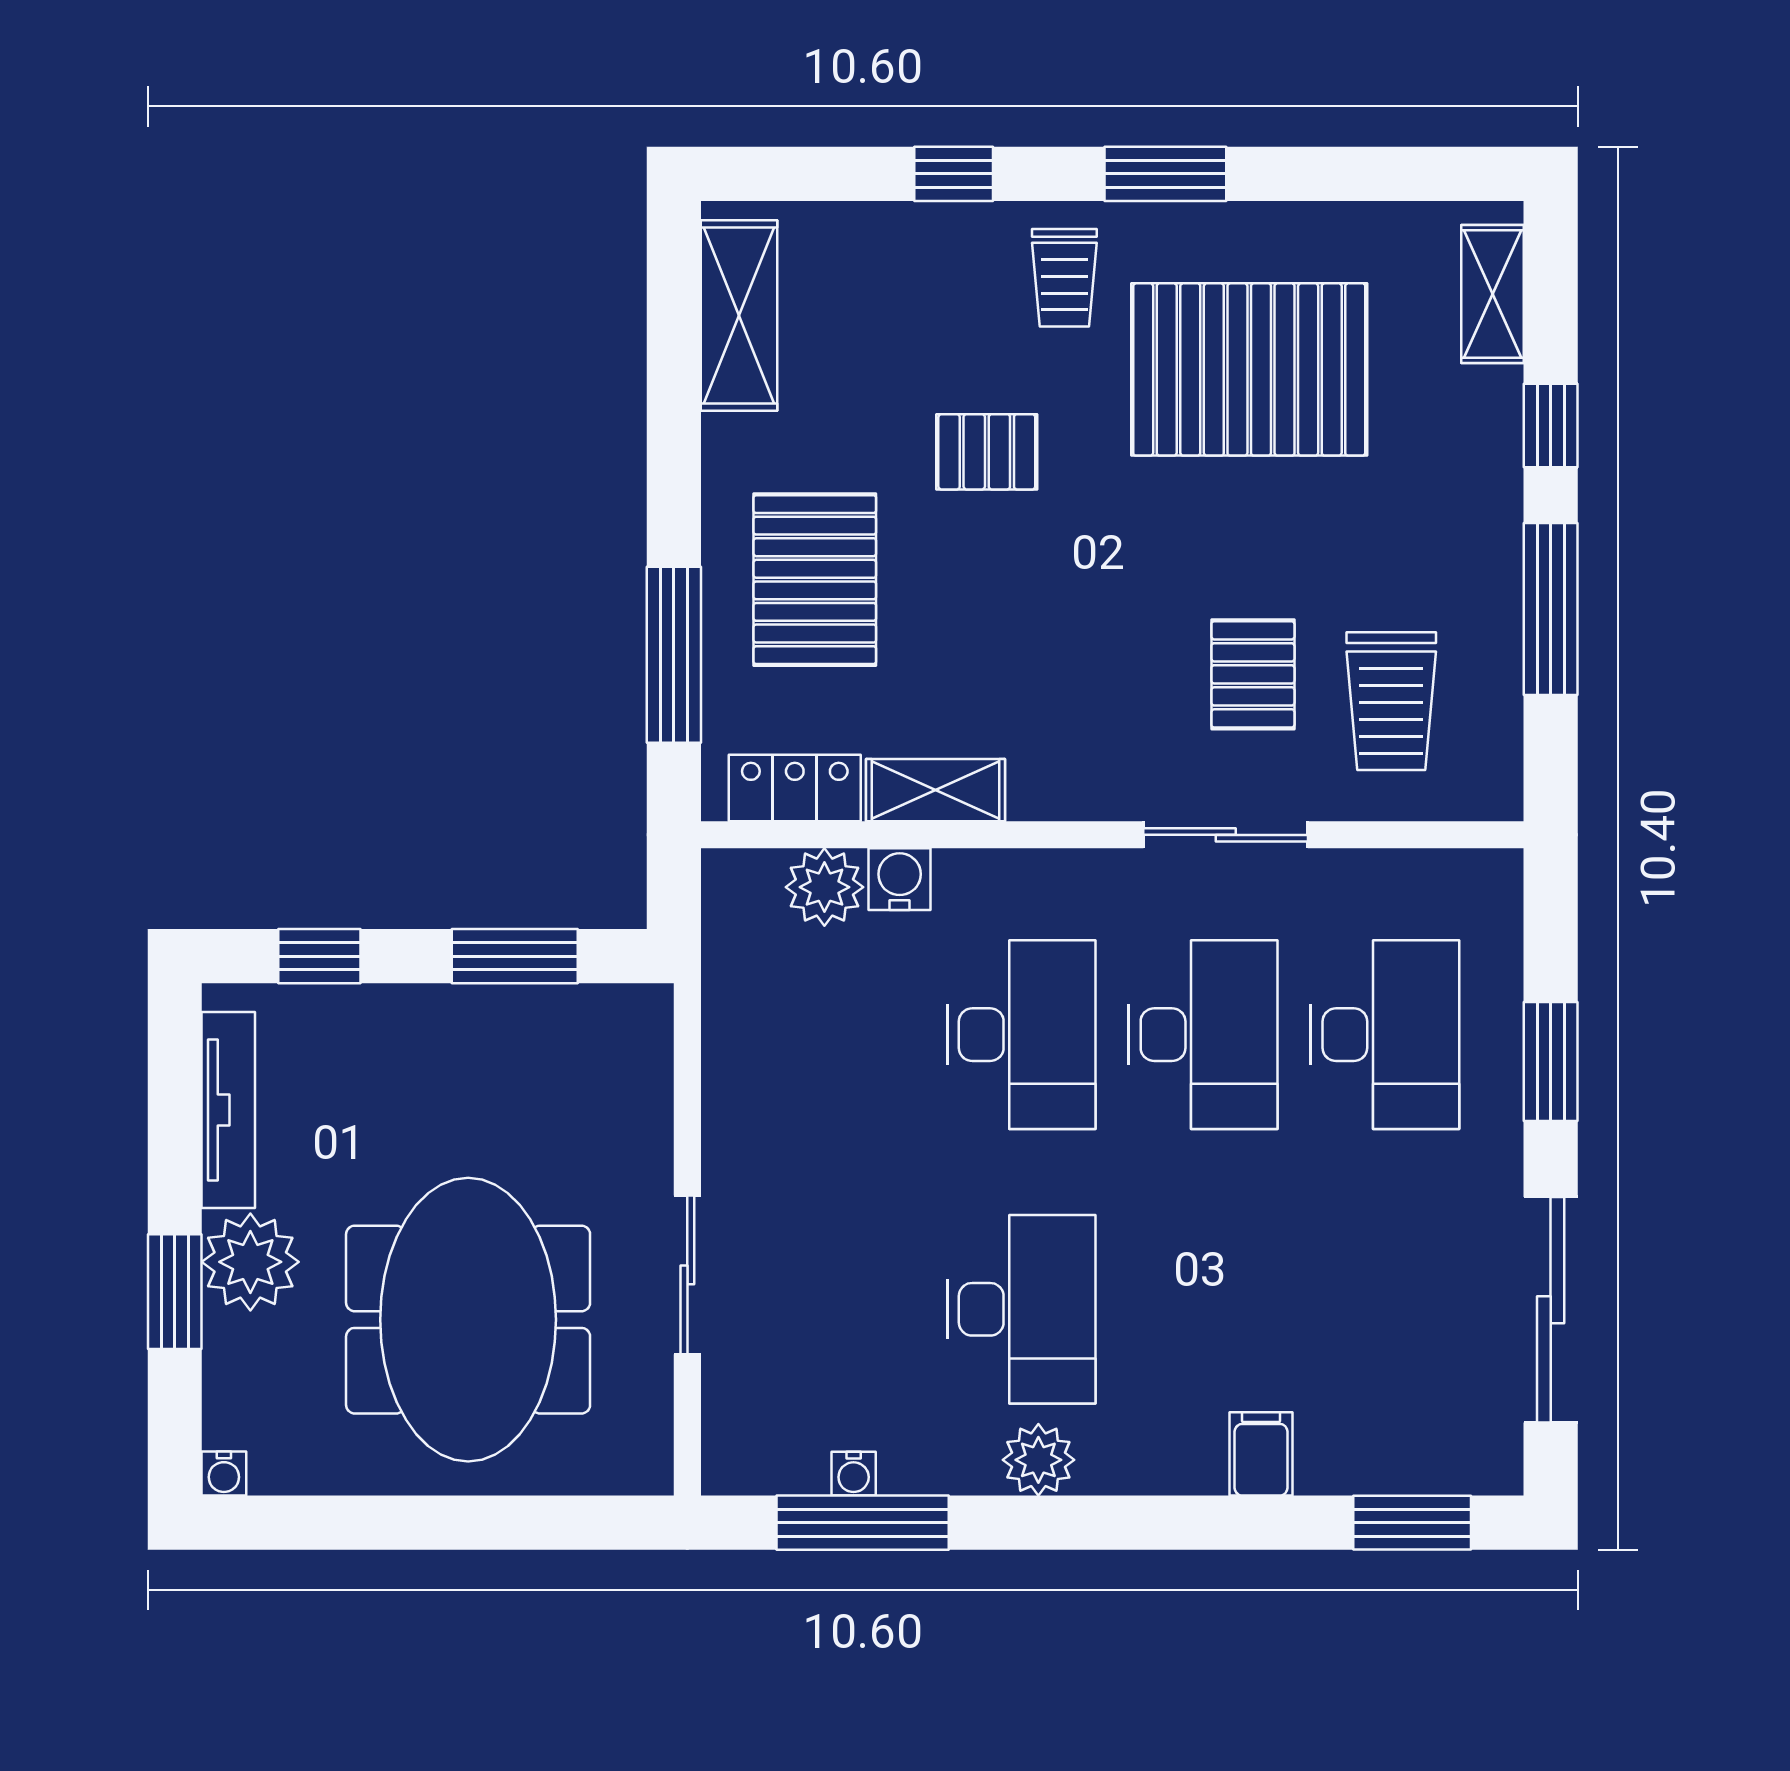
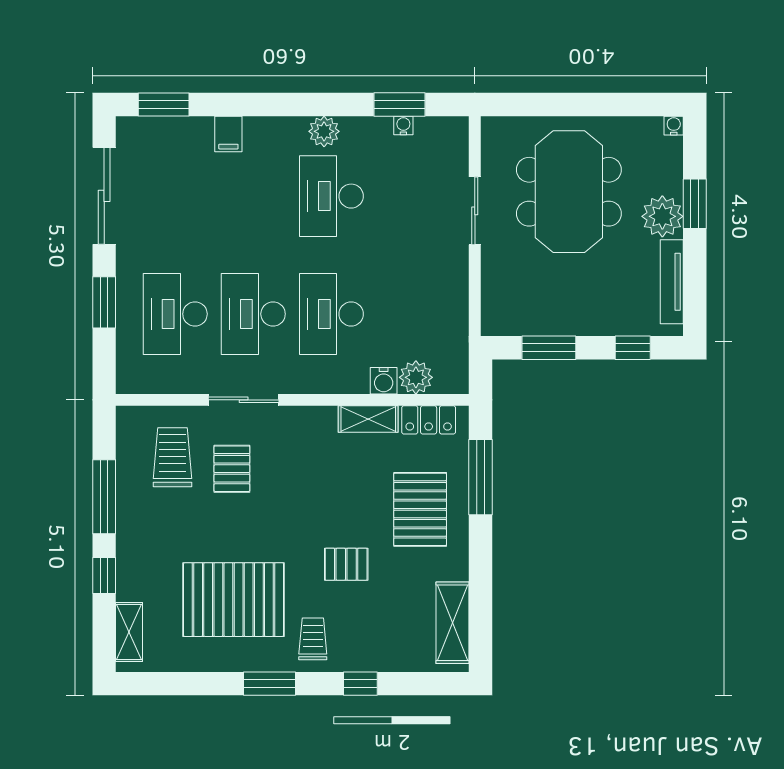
window: (863, 1523) -> (399, 104), width x0.69

